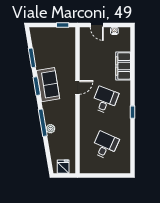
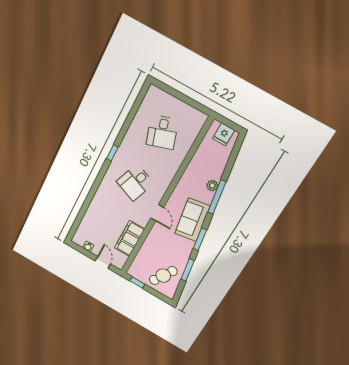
cafe table: (47, 43) -> (163, 276), added
filing cabinet: (123, 66) -> (130, 238), moved, turned 180
sofa: (48, 85) -> (192, 220), moved
door: (77, 87) -> (157, 213), swing flipped
desk: (105, 146) -> (162, 132), turned -42

